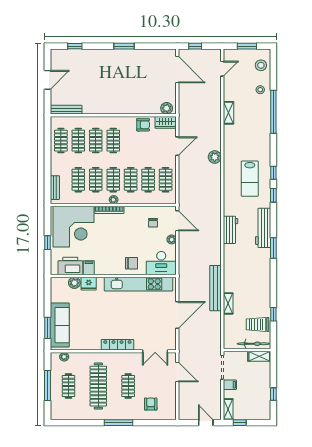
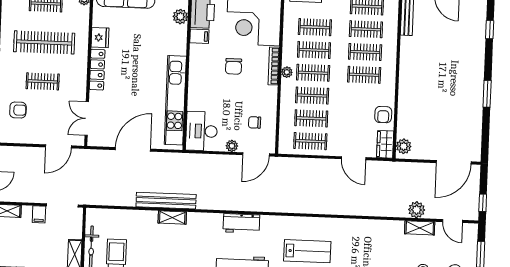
window: (195, 46) -> (483, 203), moved
shelving: (228, 113) -> (420, 228), moved
plant: (215, 157) -> (417, 210), moved
lab bench: (250, 179) -> (307, 251), turned 180
chair: (132, 263) -> (234, 66), moved
fridge: (89, 284) -> (100, 38), moved, turned 180
shelving: (228, 303) -> (172, 217), moved
door: (177, 315) -> (133, 149), swing flipped

